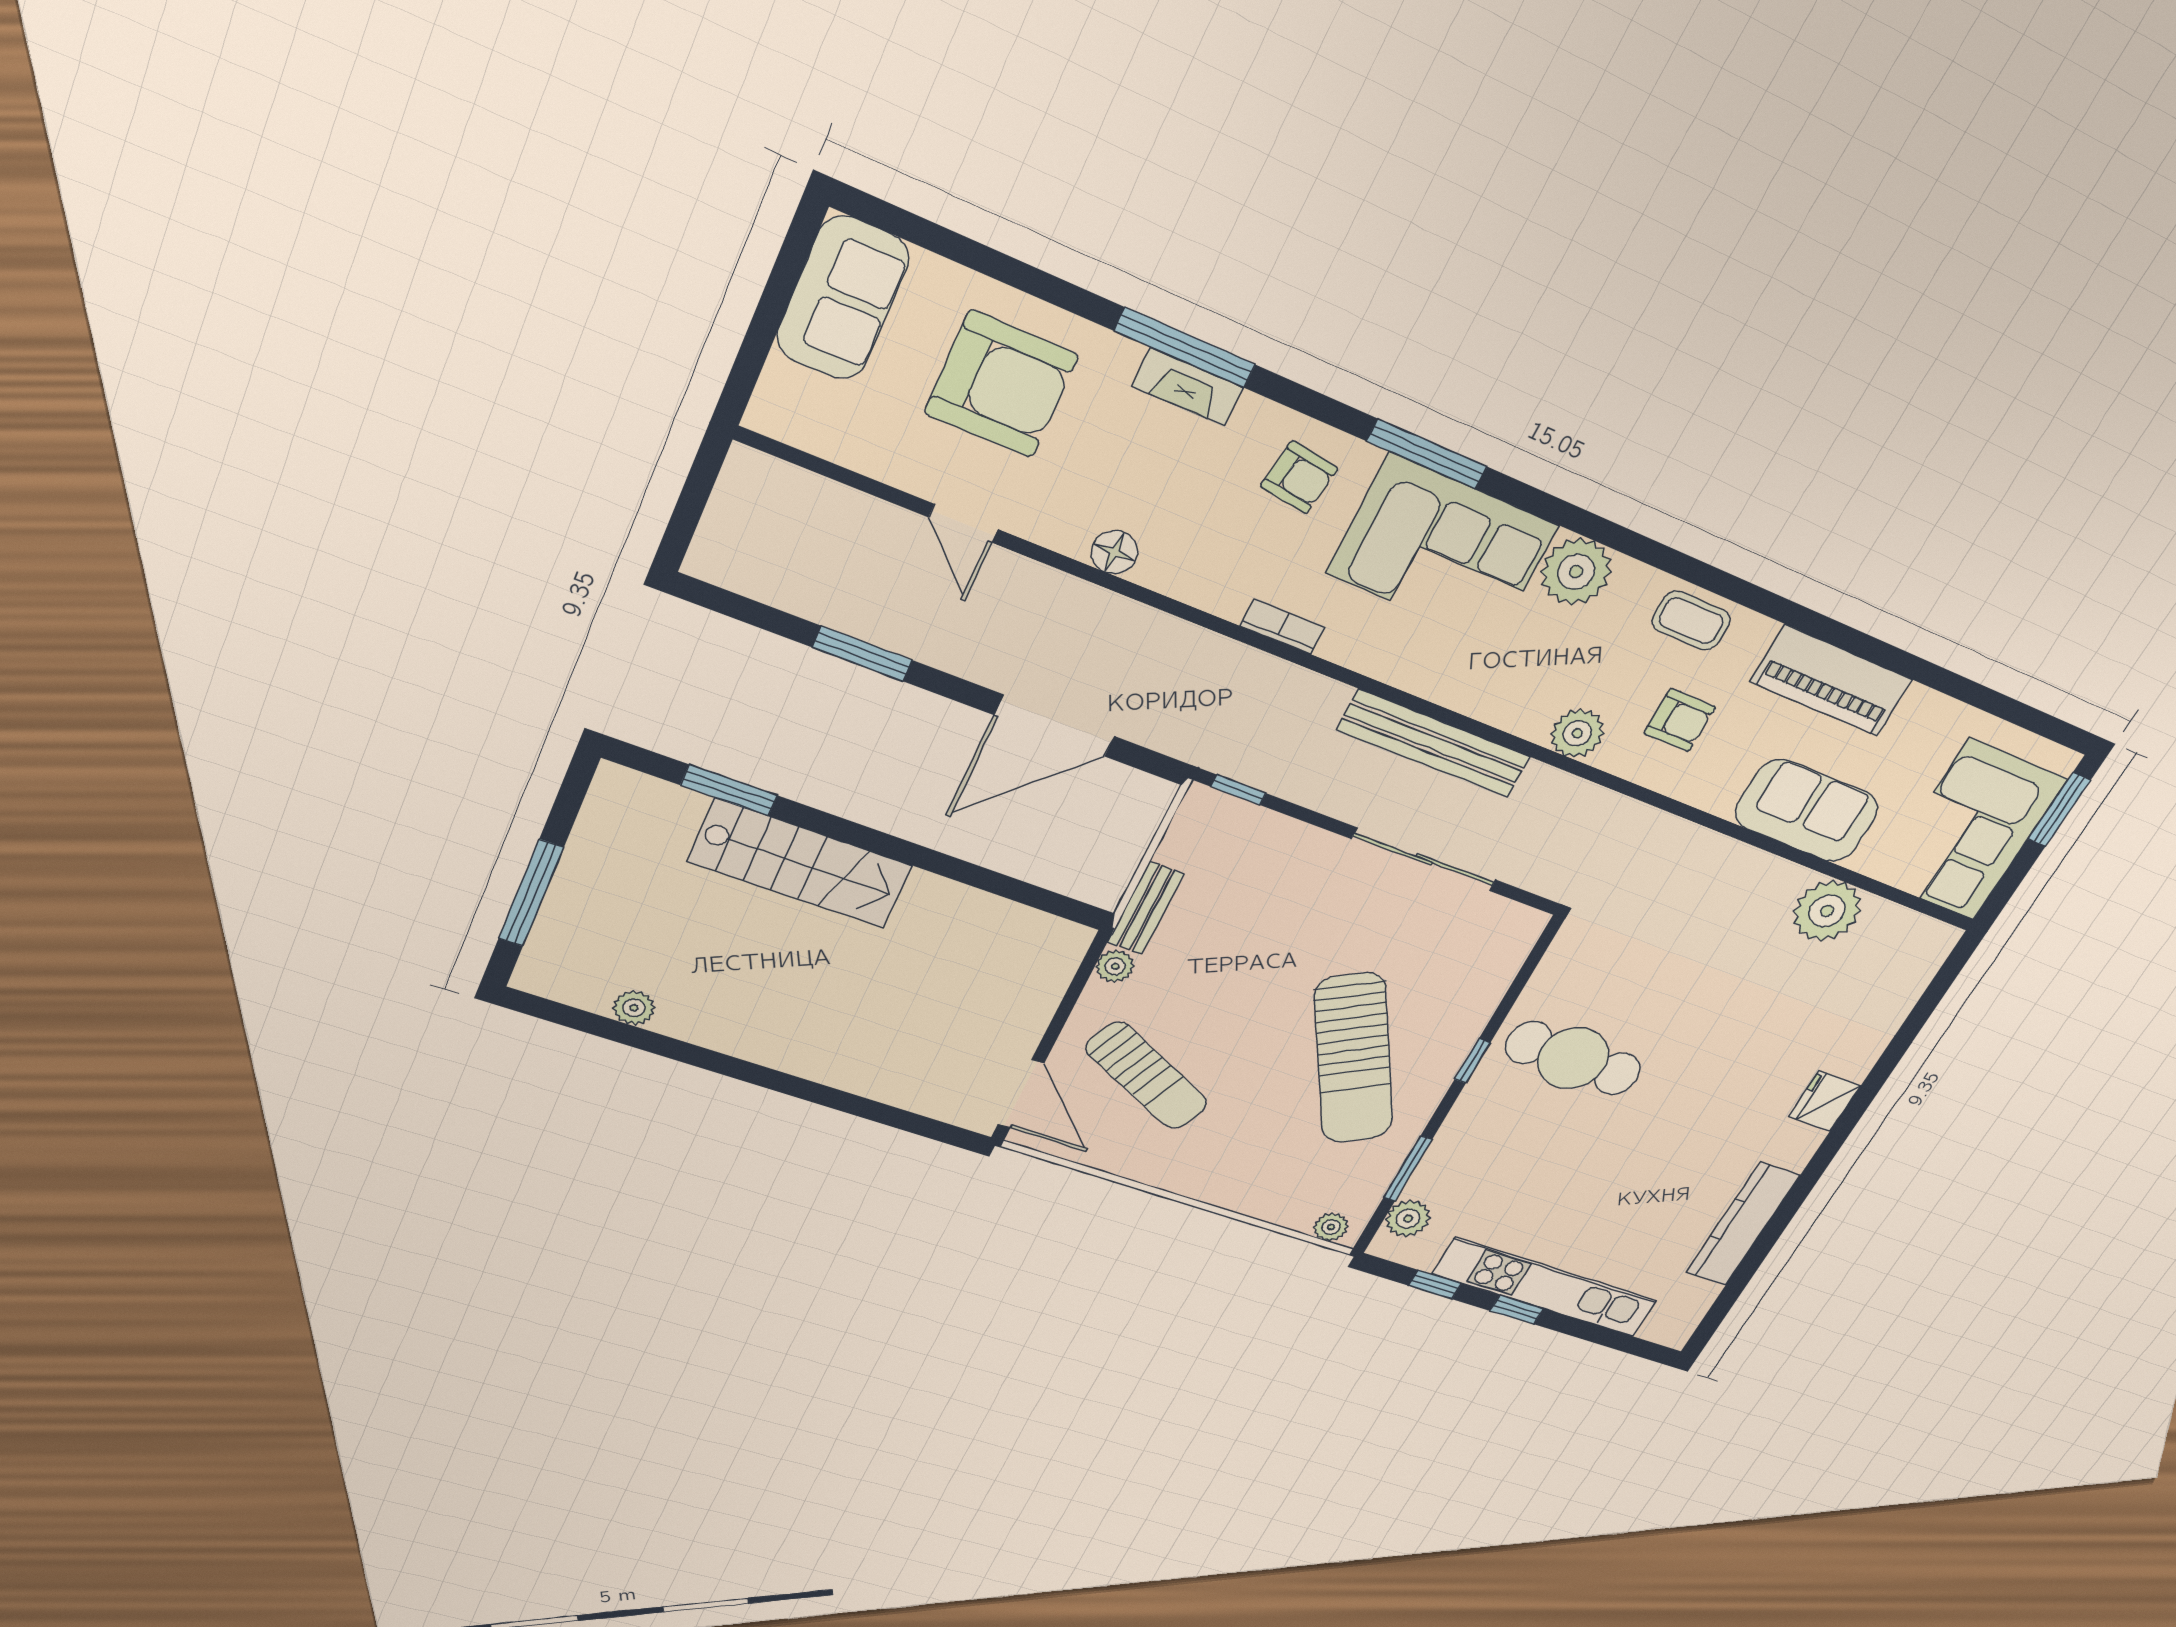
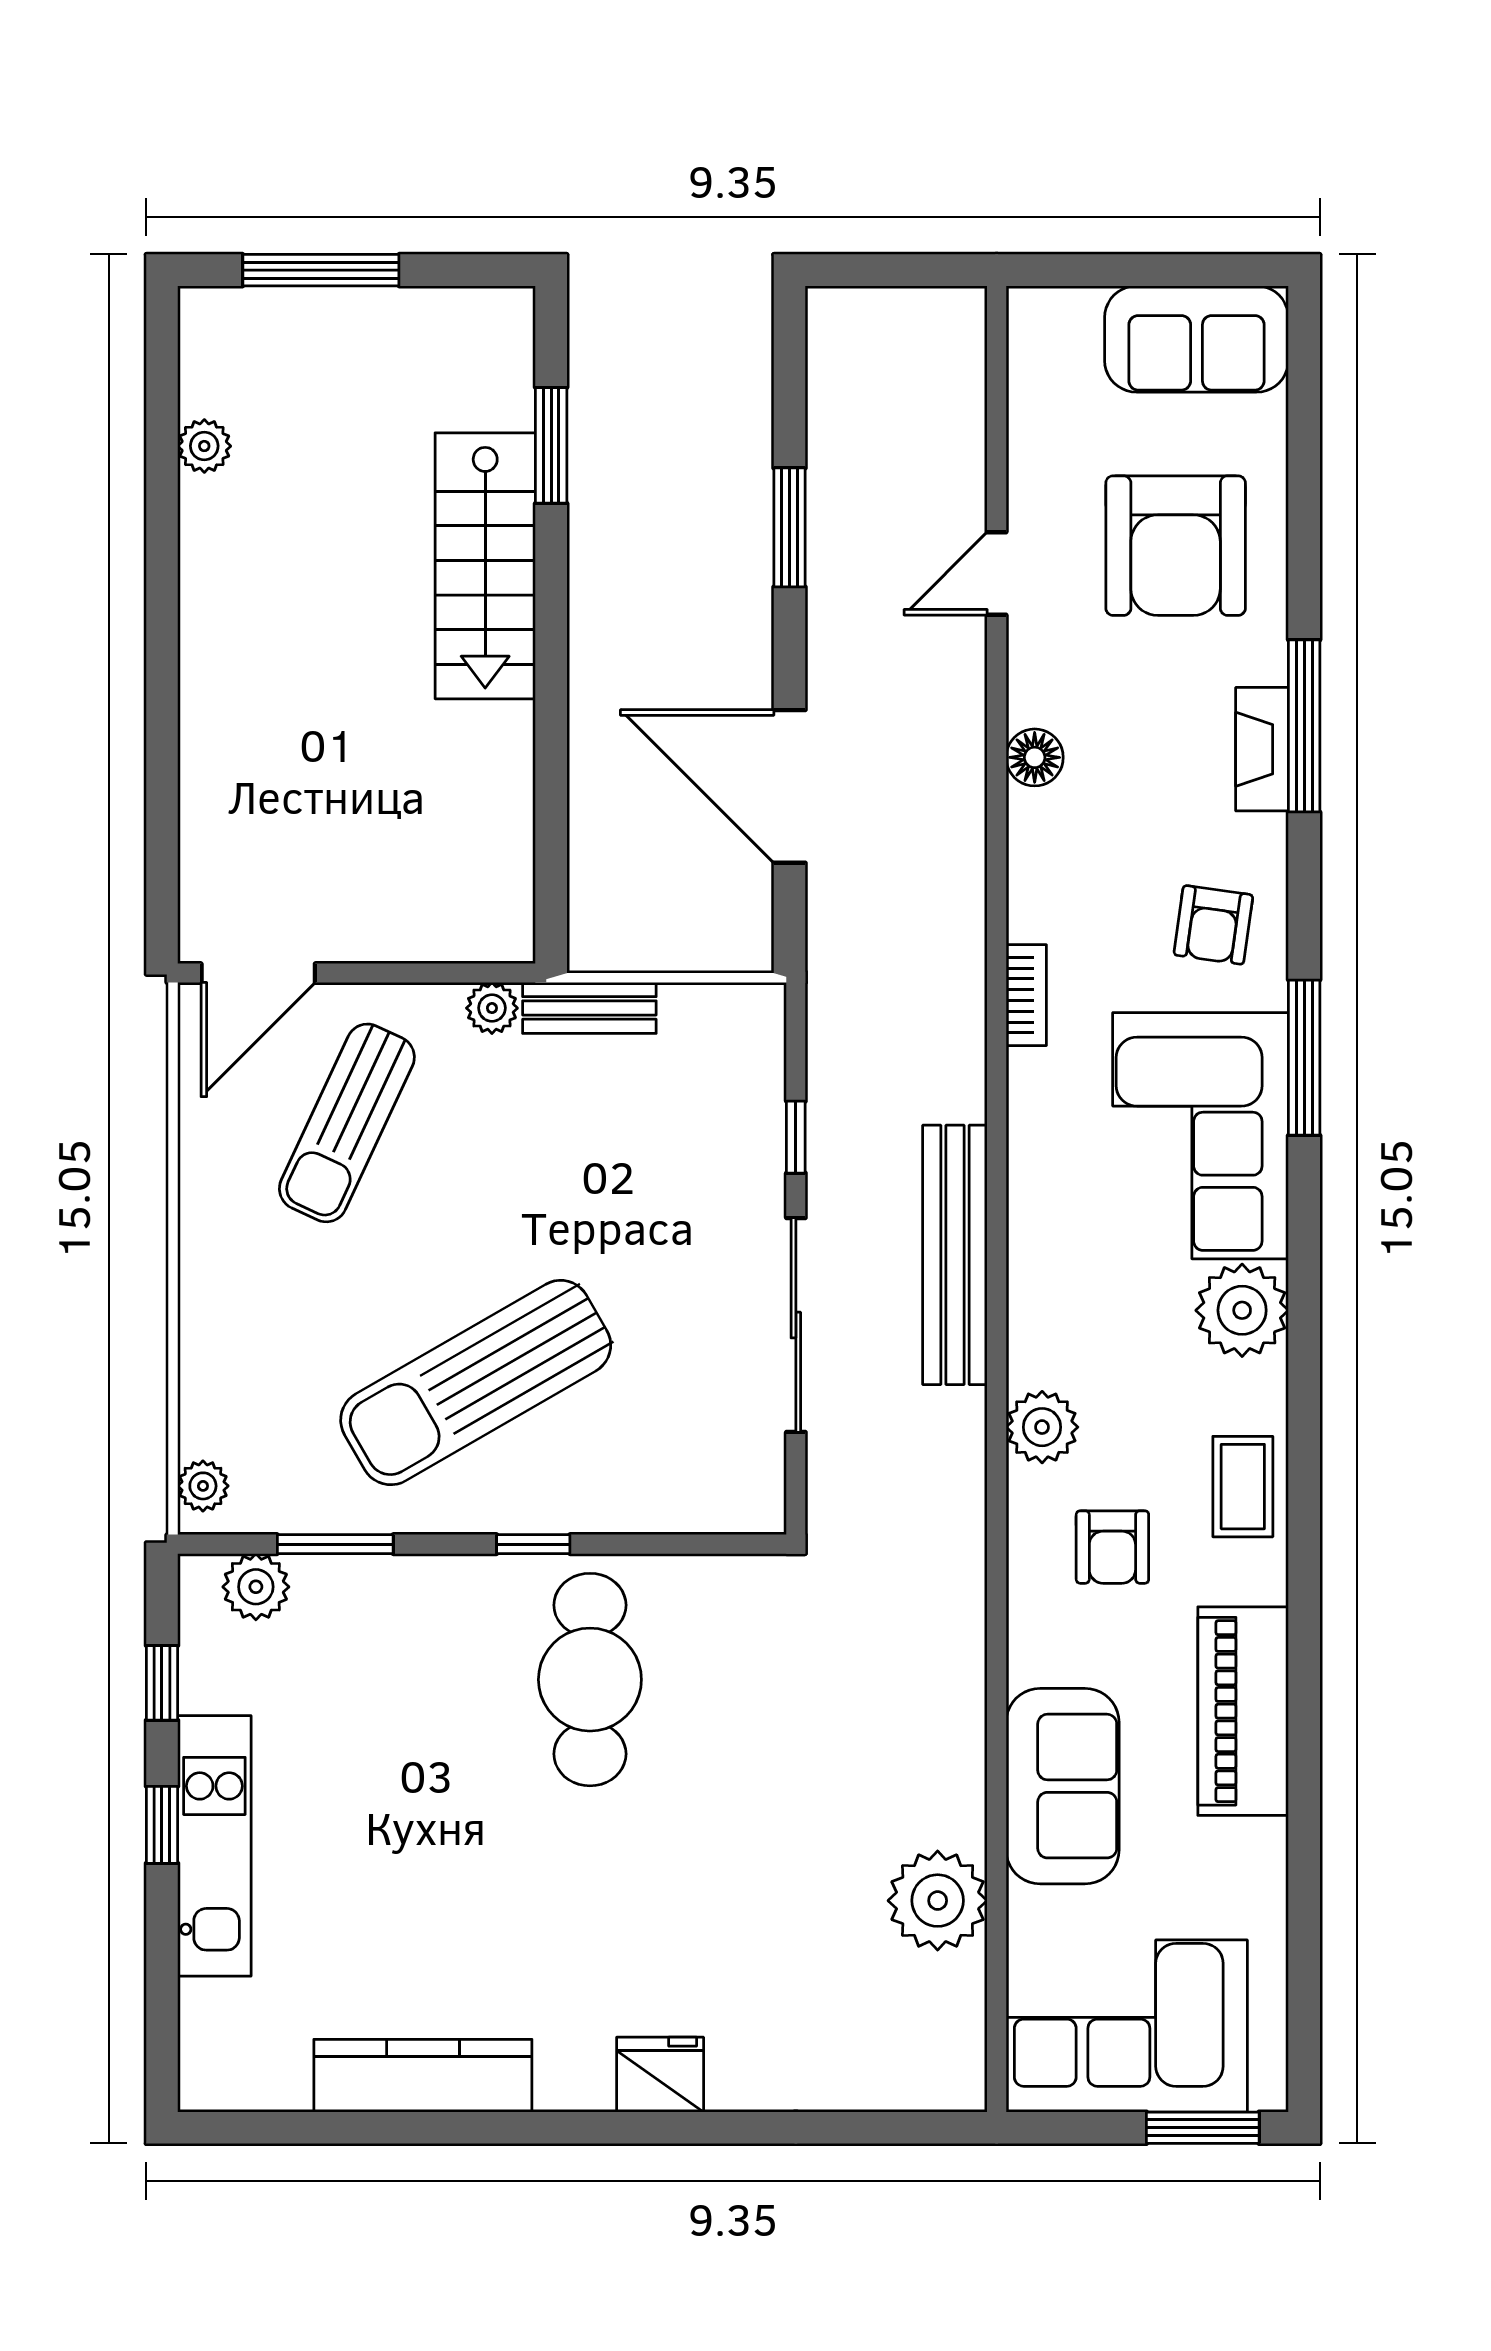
window: (1238, 790) -> (796, 1137), moved
kitchen unit: (1545, 1287) -> (214, 1846), width x0.73

